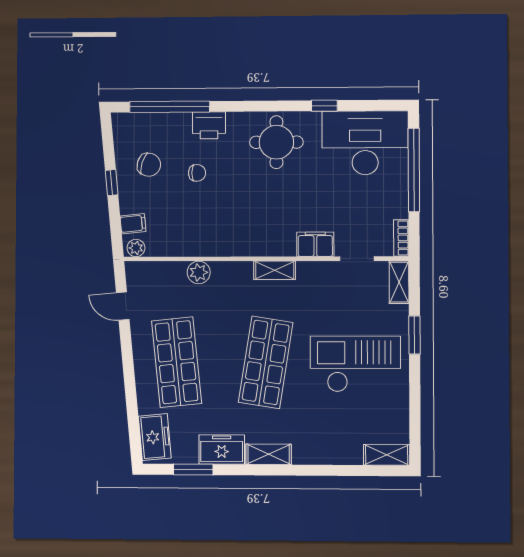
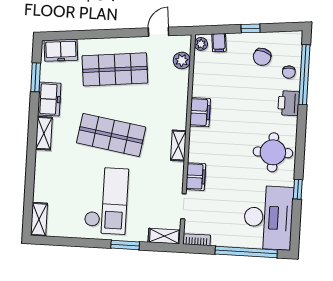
chair: (197, 173) -> (289, 72), moved
filing cabinet: (228, 244) -> (200, 112), added
plant: (199, 272) -> (182, 60), moved

